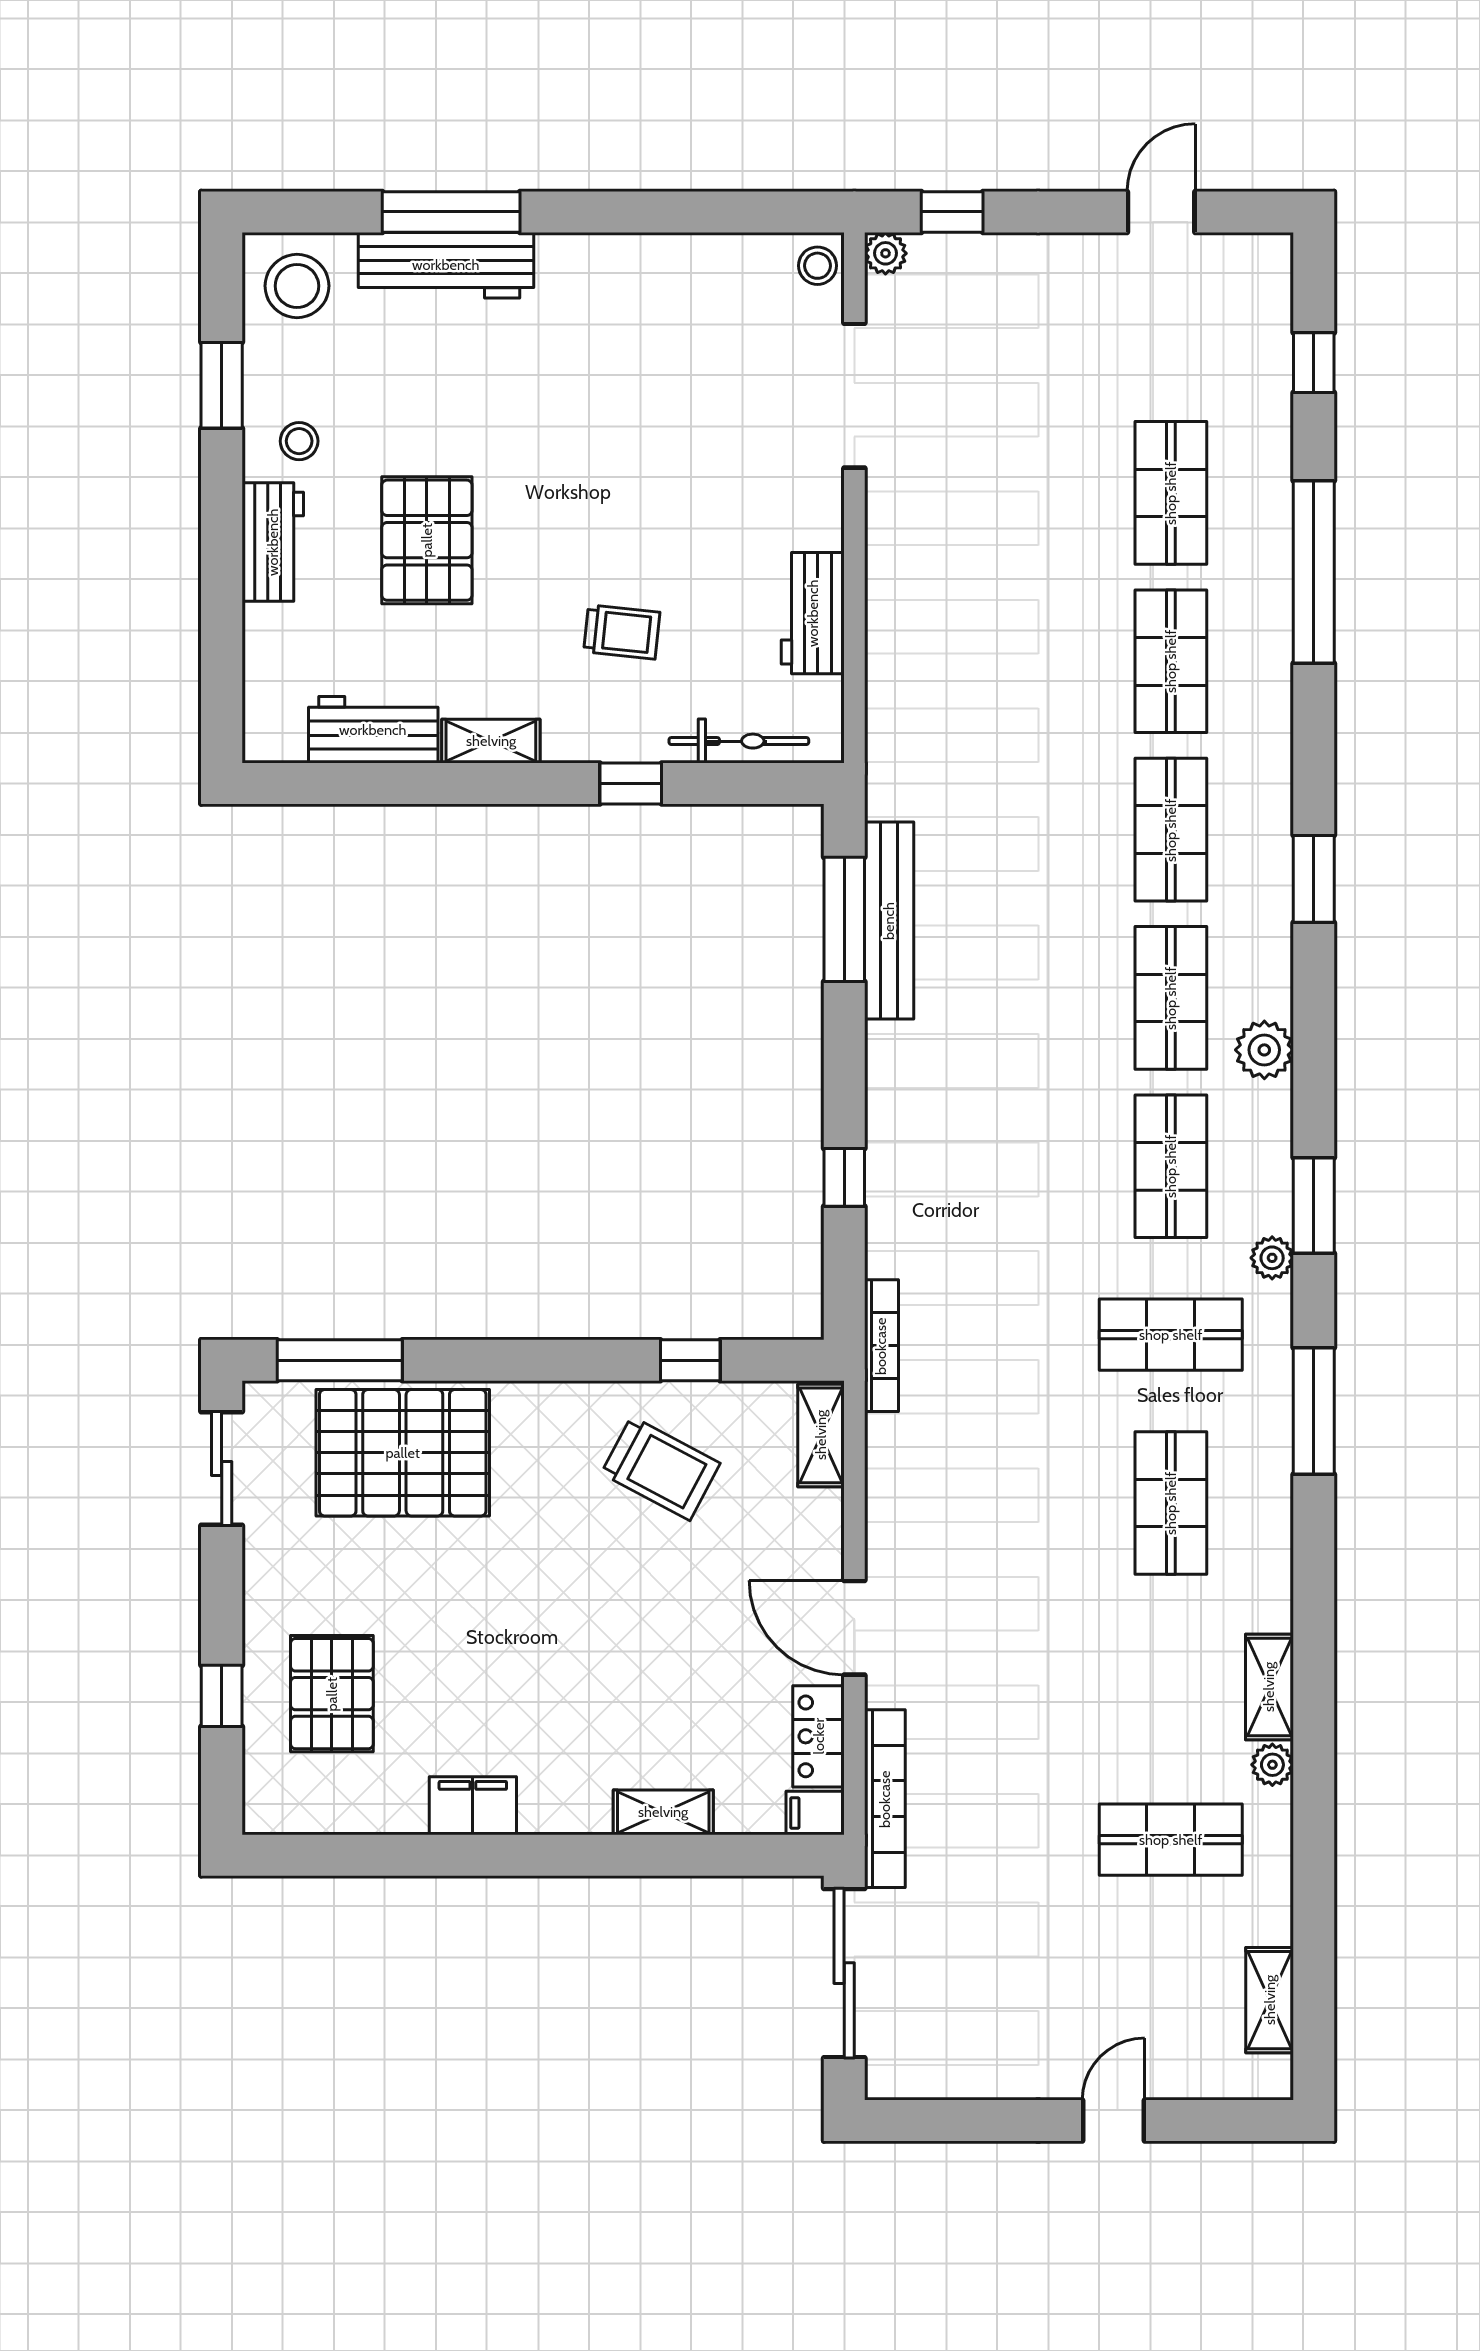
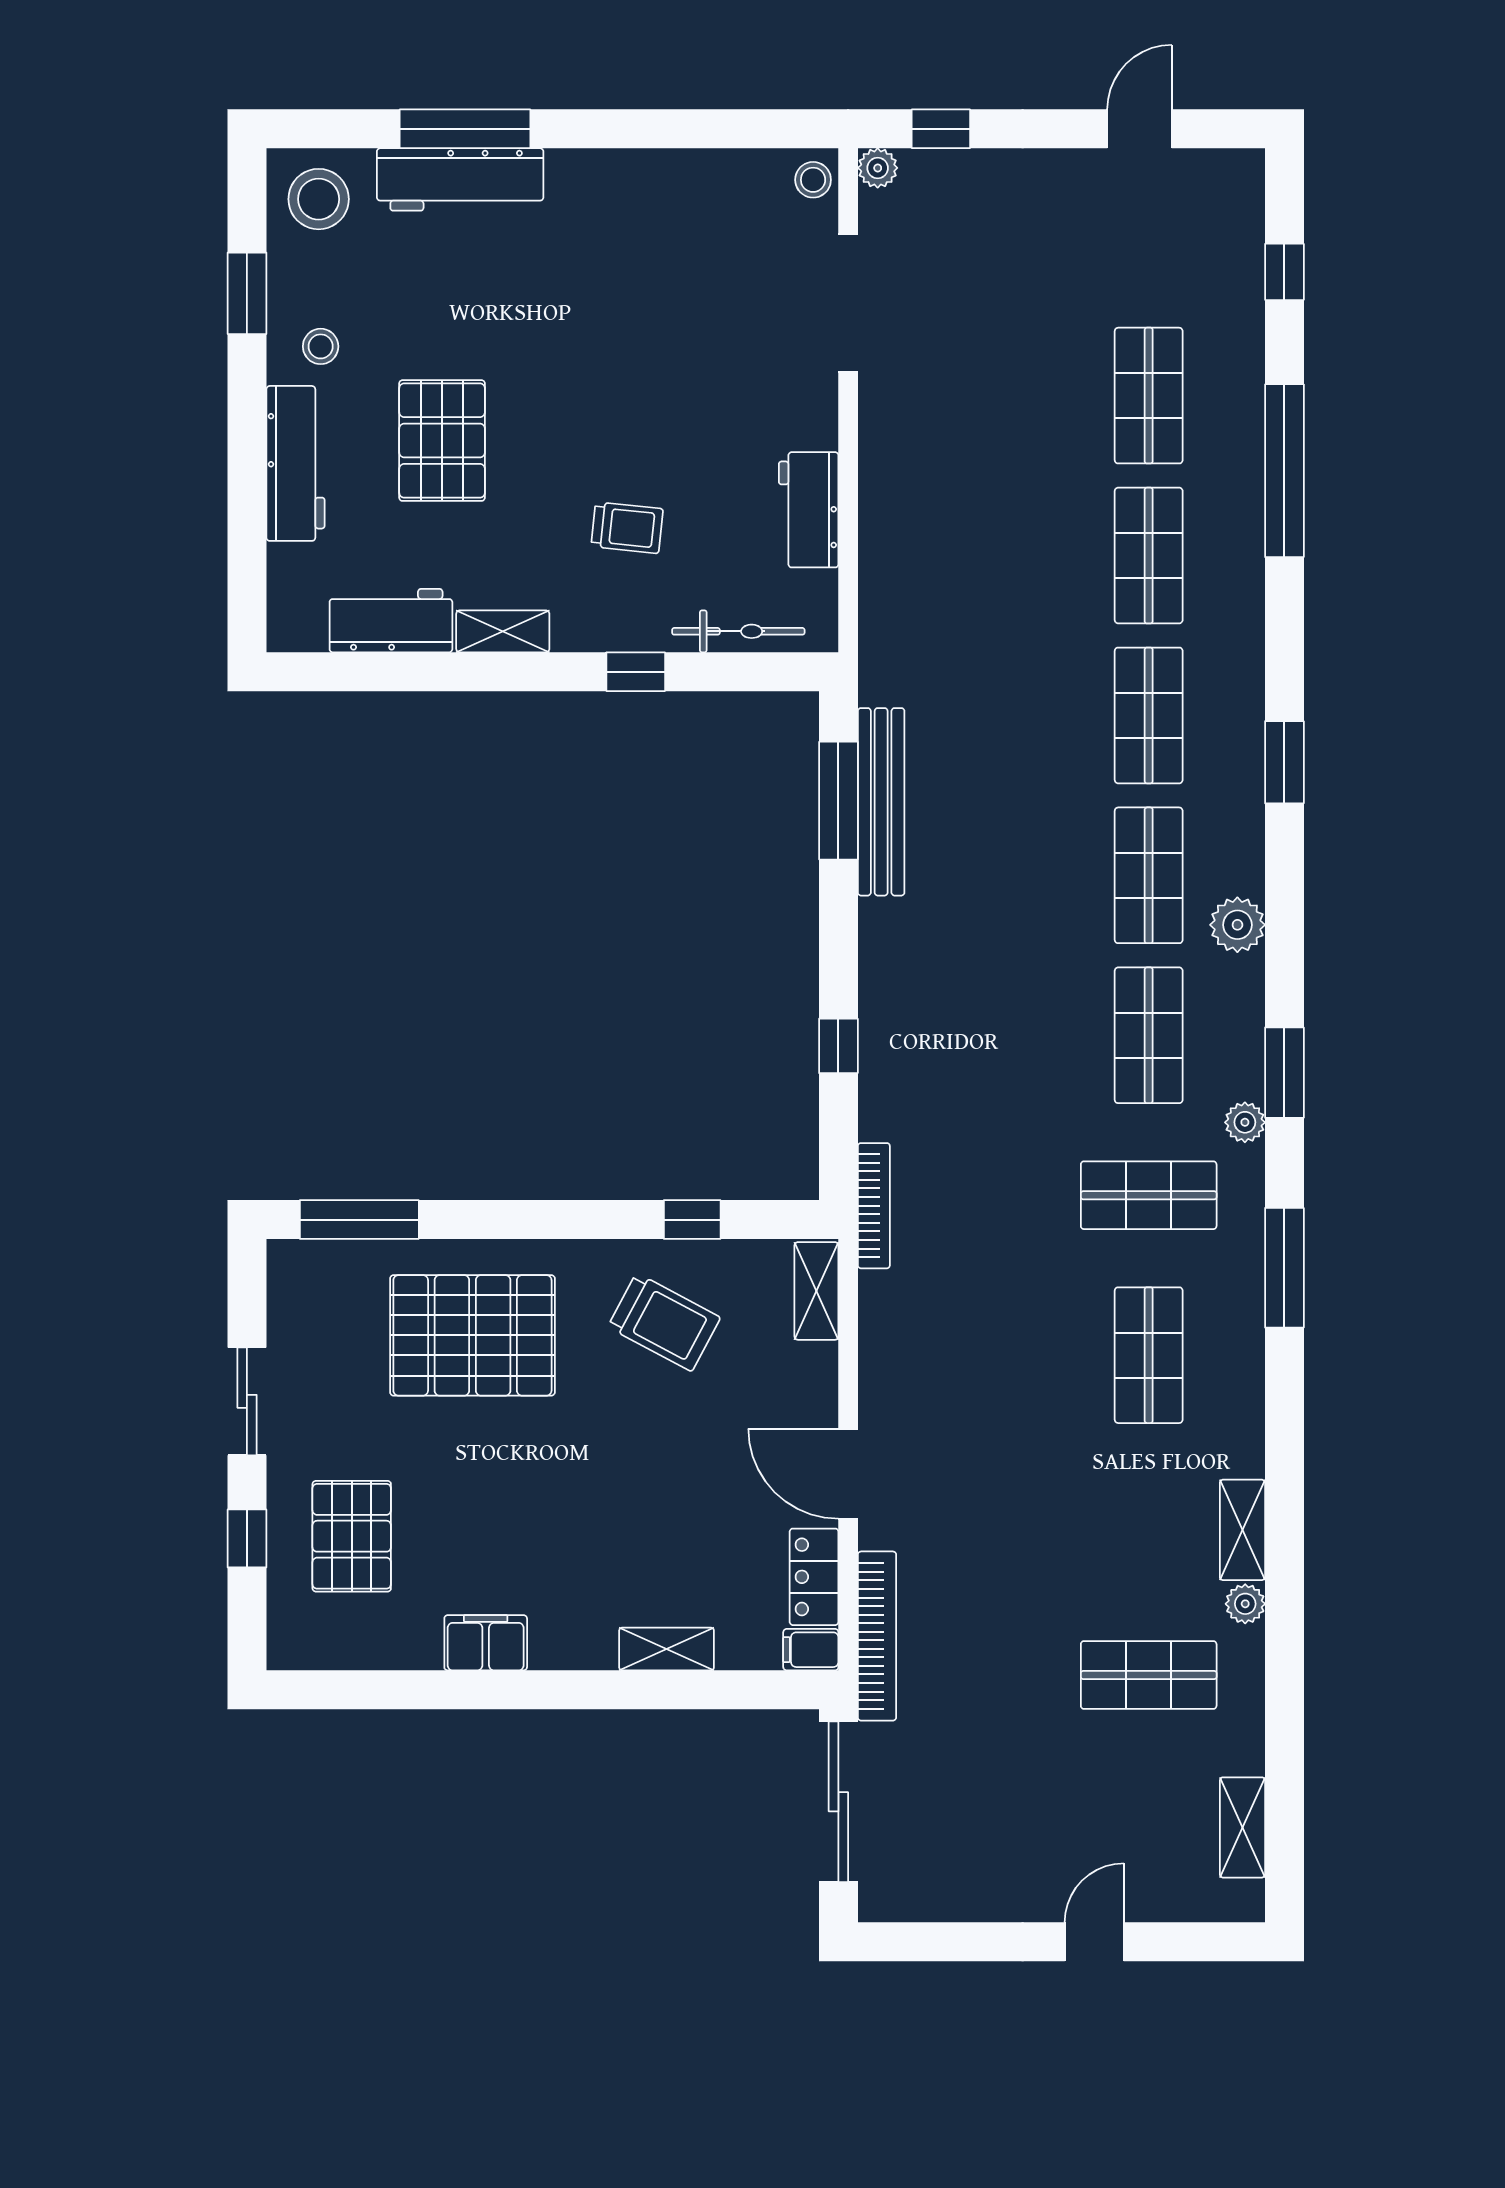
workbench: (273, 542) -> (295, 463), width x1.38
pallet: (403, 1453) -> (472, 1335), moved
sliding door: (222, 1469) -> (247, 1401), moved

